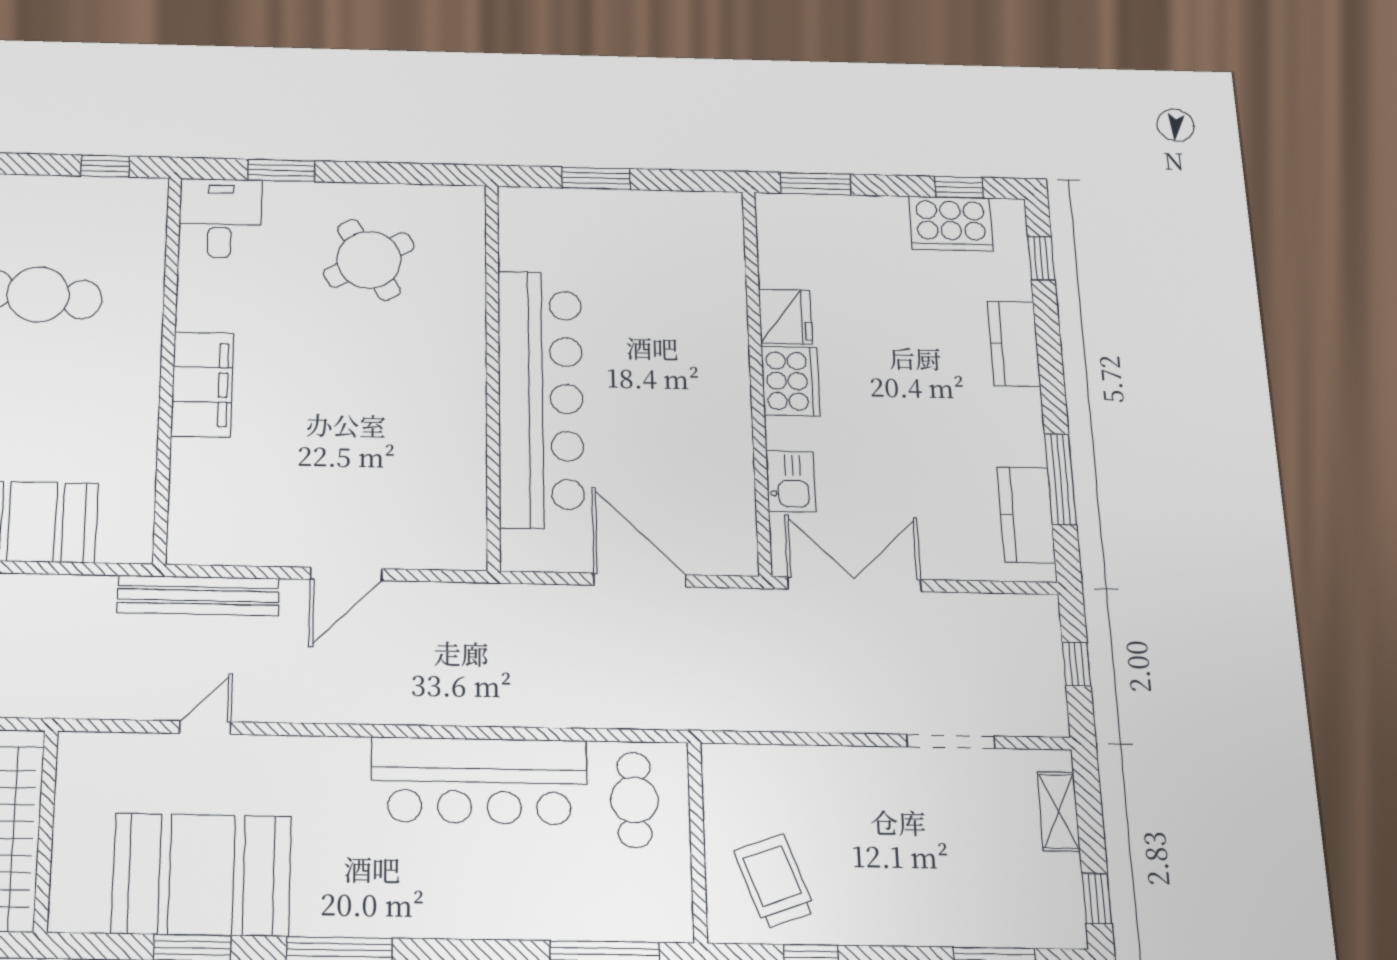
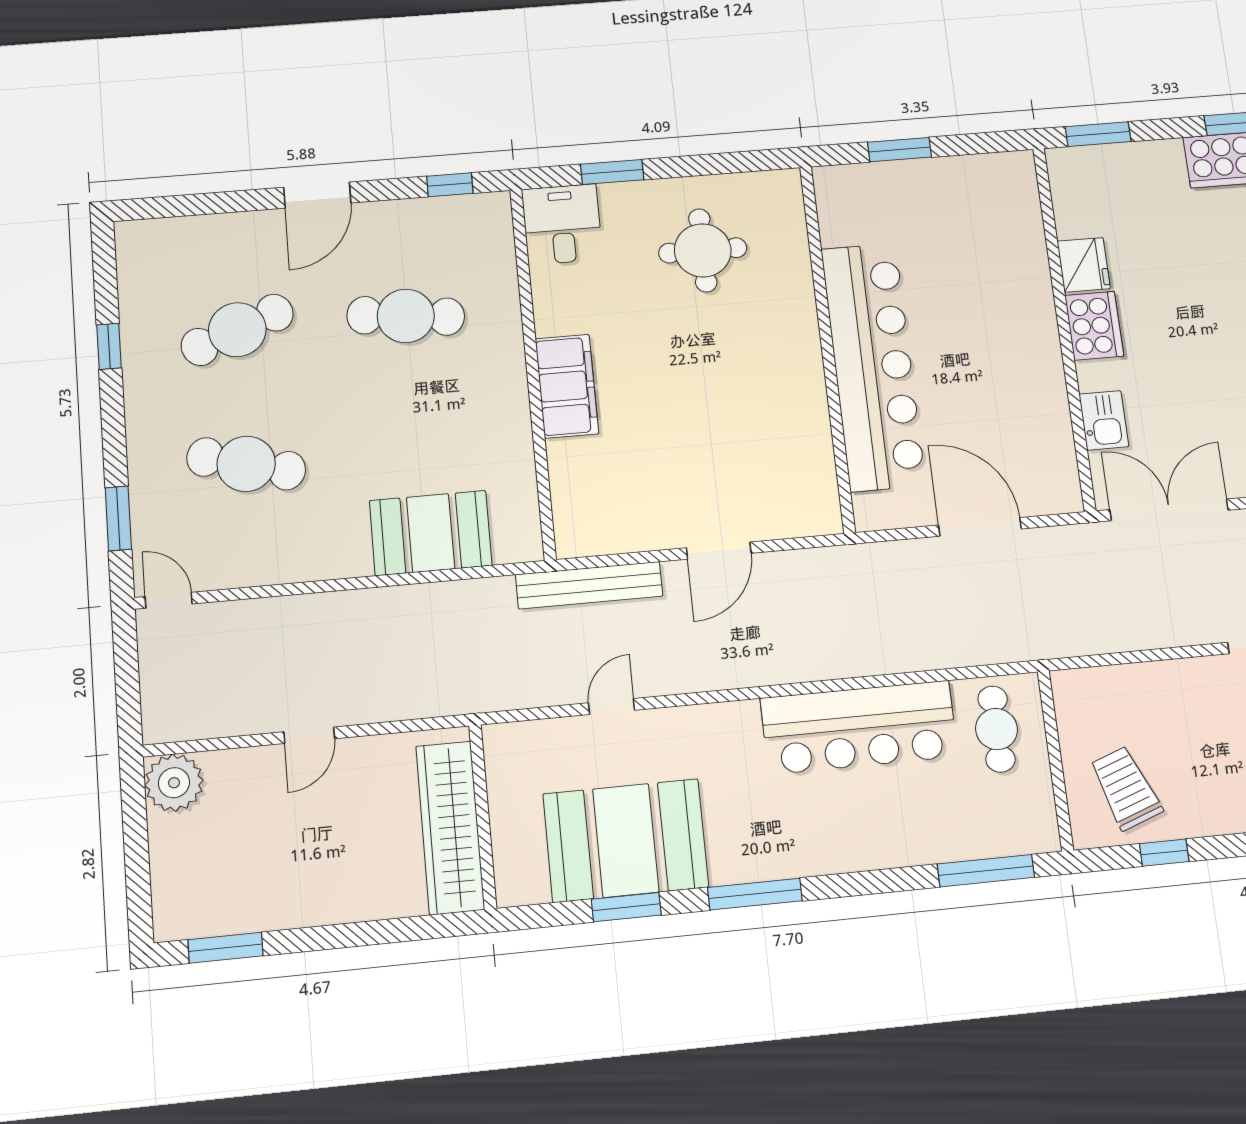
round table: (369, 260) -> (703, 250), turned 30

